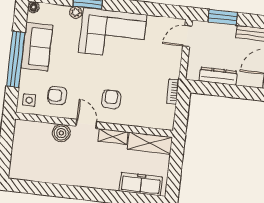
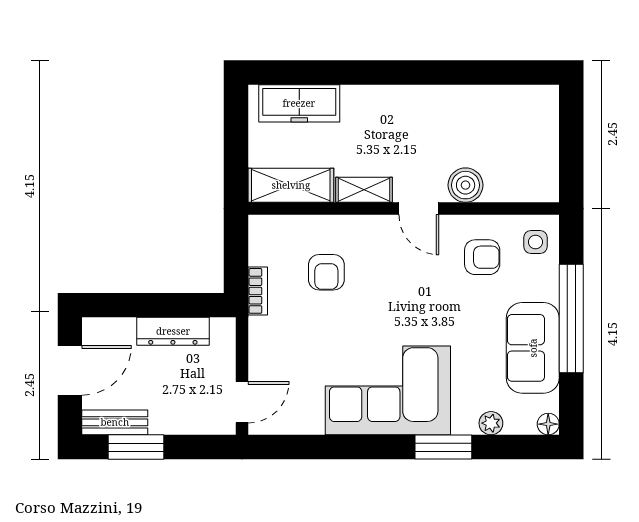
plant: (76, 12) -> (491, 423), moved
window: (223, 17) -> (136, 447), moved
armchair: (111, 99) -> (326, 272), moved

